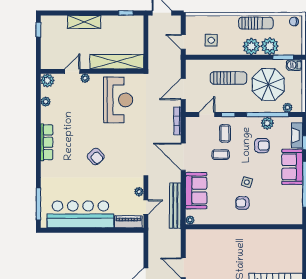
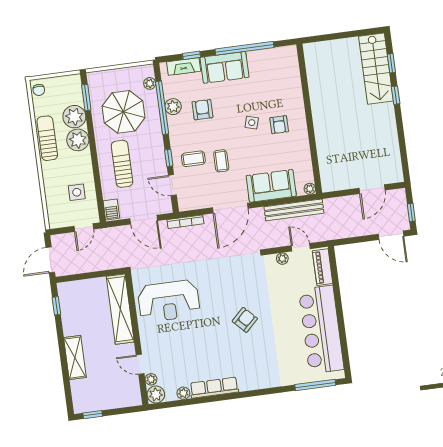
barbecue: (294, 65) -> (111, 209), moved
plant: (85, 78) -> (151, 379), moved
reception desk: (118, 100) -> (169, 301), turned 180
row of seats: (47, 142) -> (214, 388), moved

